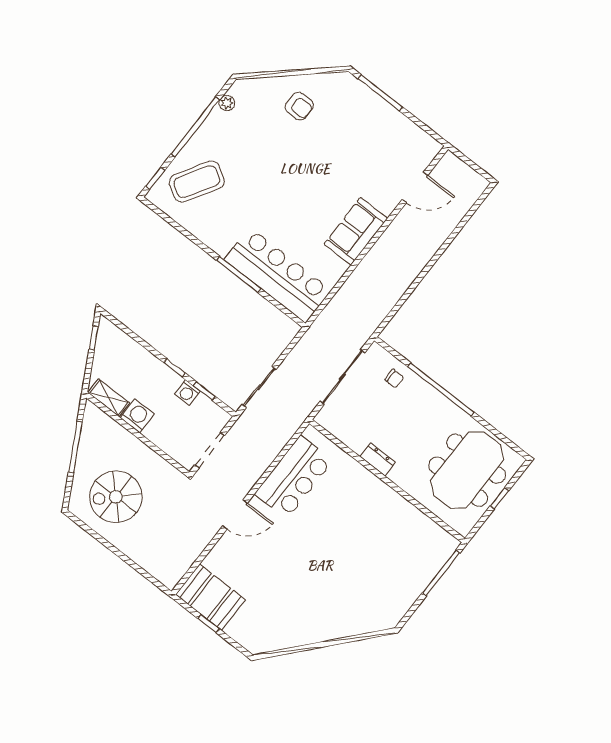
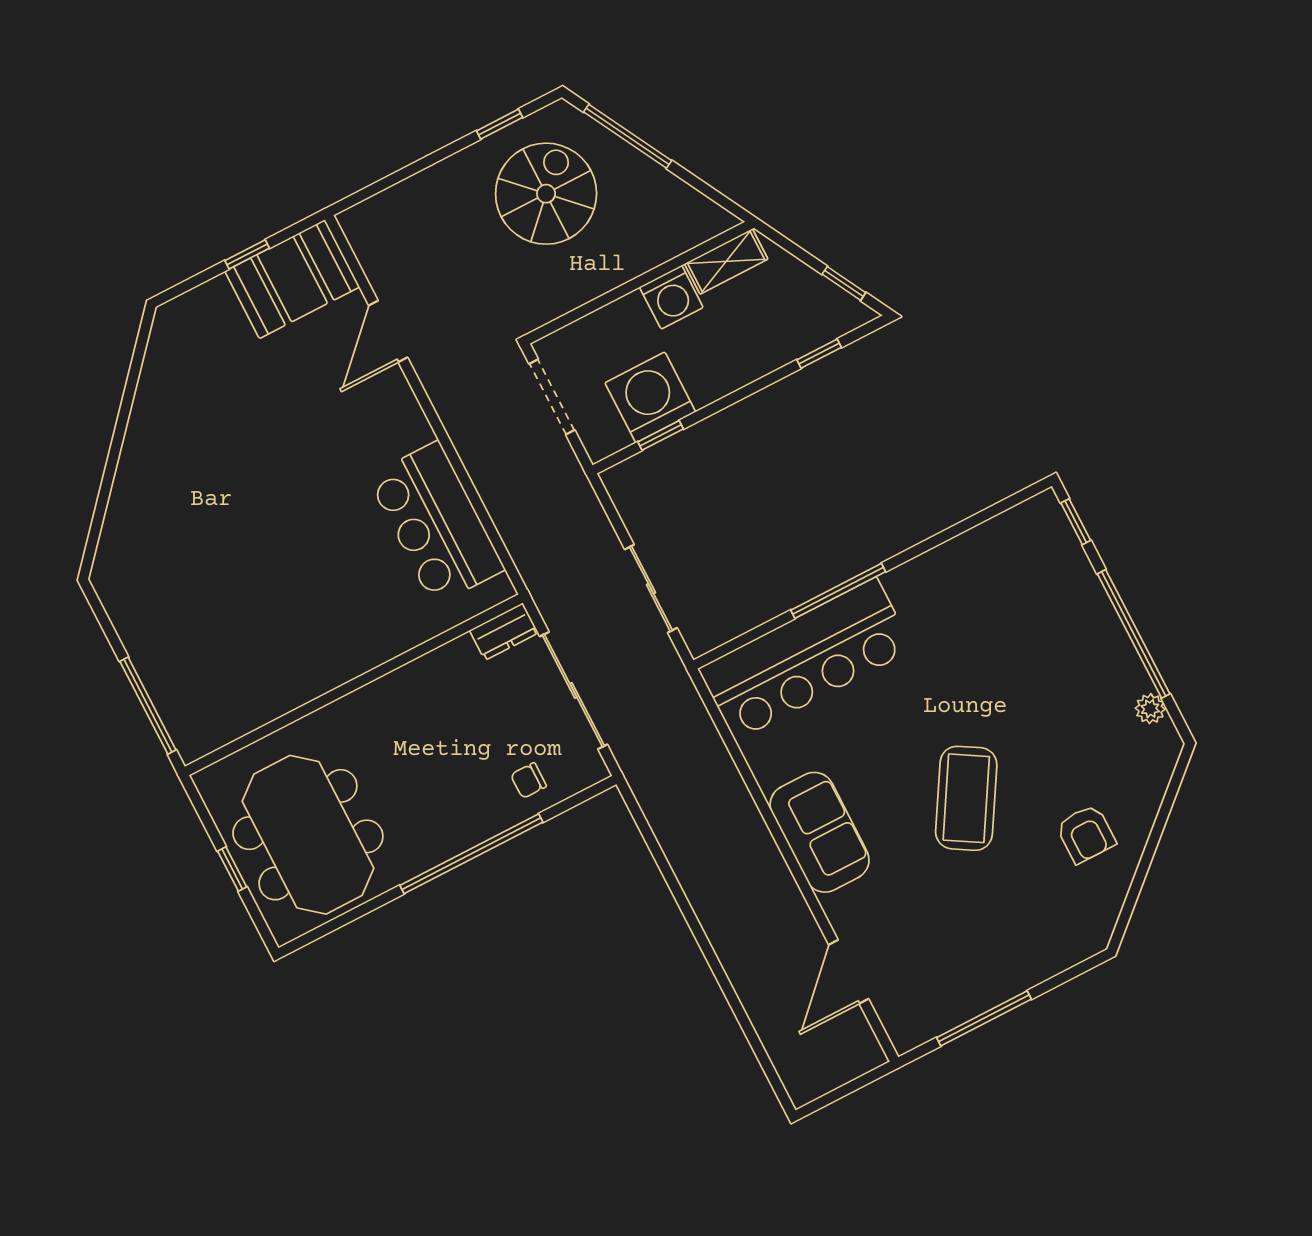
window: (380, 93) -> (984, 1018), moved
armchair: (299, 106) -> (1086, 834), turned -90
coffee table: (197, 182) -> (966, 798), moved
window: (175, 368) -> (819, 354), moved
sliding door: (259, 387) -> (651, 589), moved
washing machine: (187, 393) -> (650, 397), width x1.89, depth x1.89
window: (75, 447) -> (628, 136), moved
dresser: (378, 459) -> (504, 632), moved
door: (235, 514) -> (388, 331), moved
window: (93, 533) -> (500, 124), added

